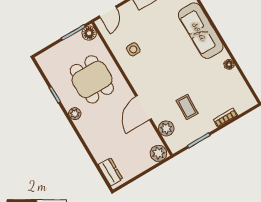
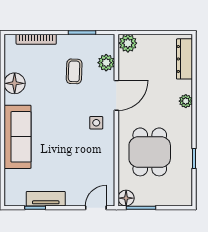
side table: (133, 49) -> (96, 123), moved
floor lamp: (229, 64) -> (15, 83), width x1.89, depth x1.89
plant: (75, 114) -> (186, 101), moved
bookcase: (225, 118) -> (36, 39), width x1.56
dresser: (111, 172) -> (184, 59), width x1.44

